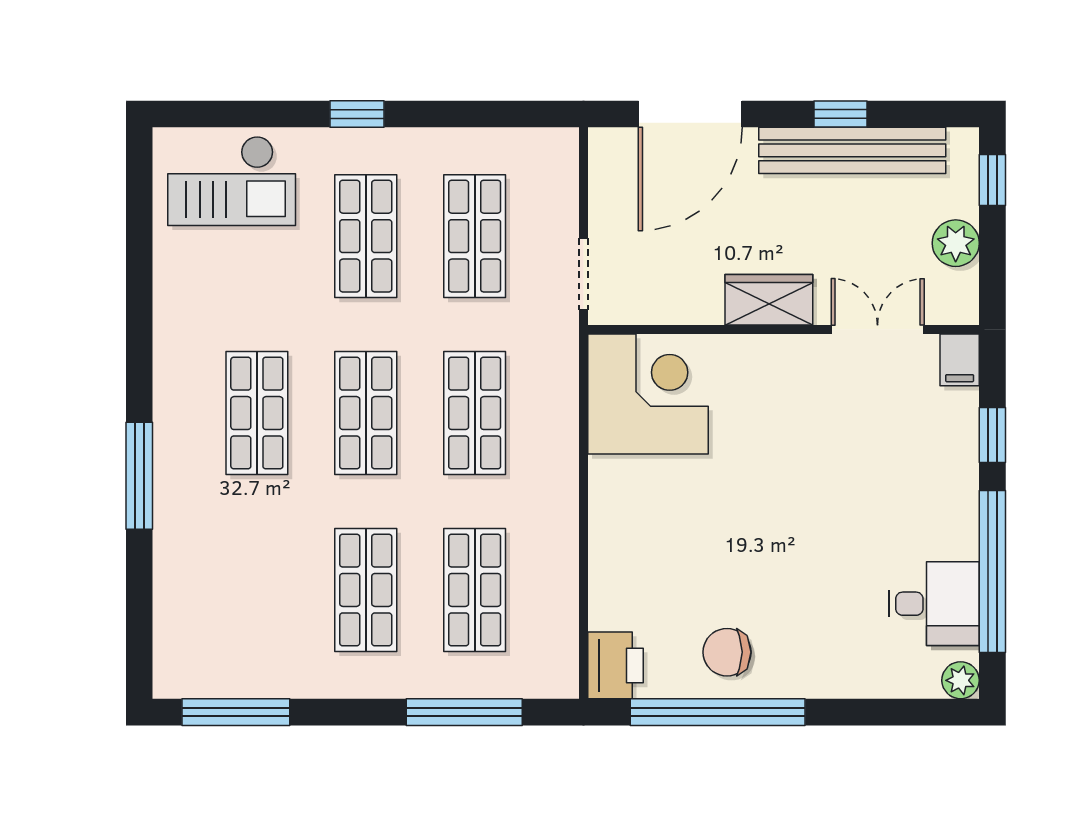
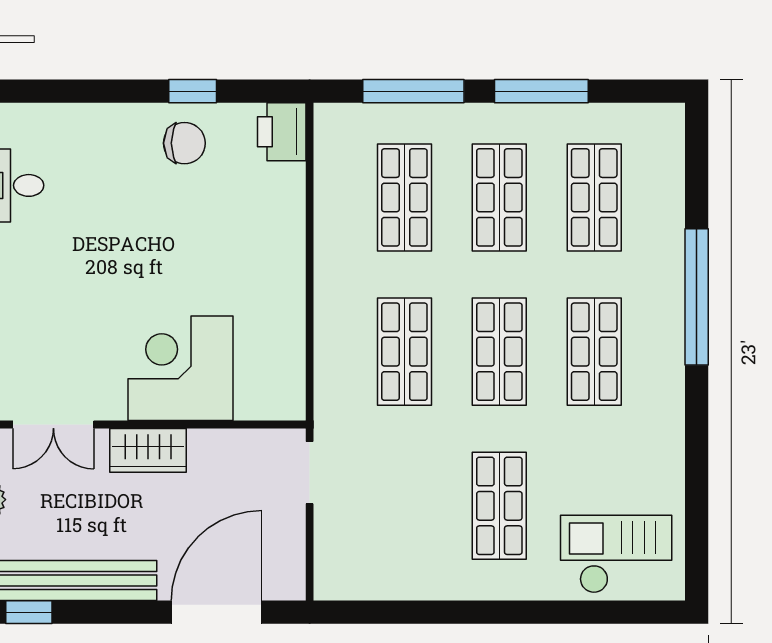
window: (357, 114) -> (507, 612), removed
window: (840, 114) -> (29, 612), moved
shop shelf: (475, 236) -> (594, 197), moved
corner desk: (648, 394) -> (181, 368), moved, turned 90
window: (139, 476) -> (697, 297), width x1.46
window: (236, 712) -> (541, 91), moved
window: (718, 712) -> (193, 91), width x0.32

